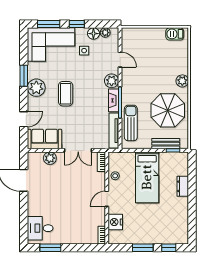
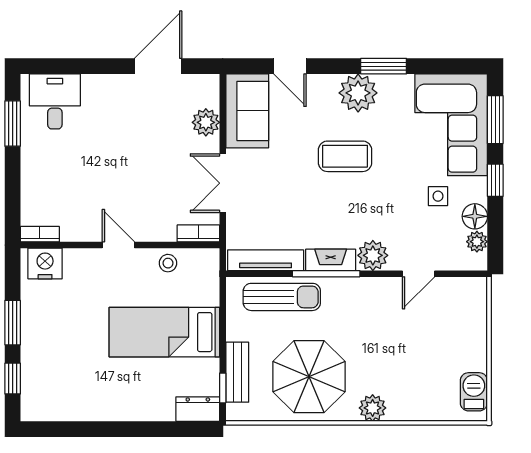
dresser: (183, 186) -> (198, 409), moved
nightstand: (115, 222) -> (45, 263), moved

